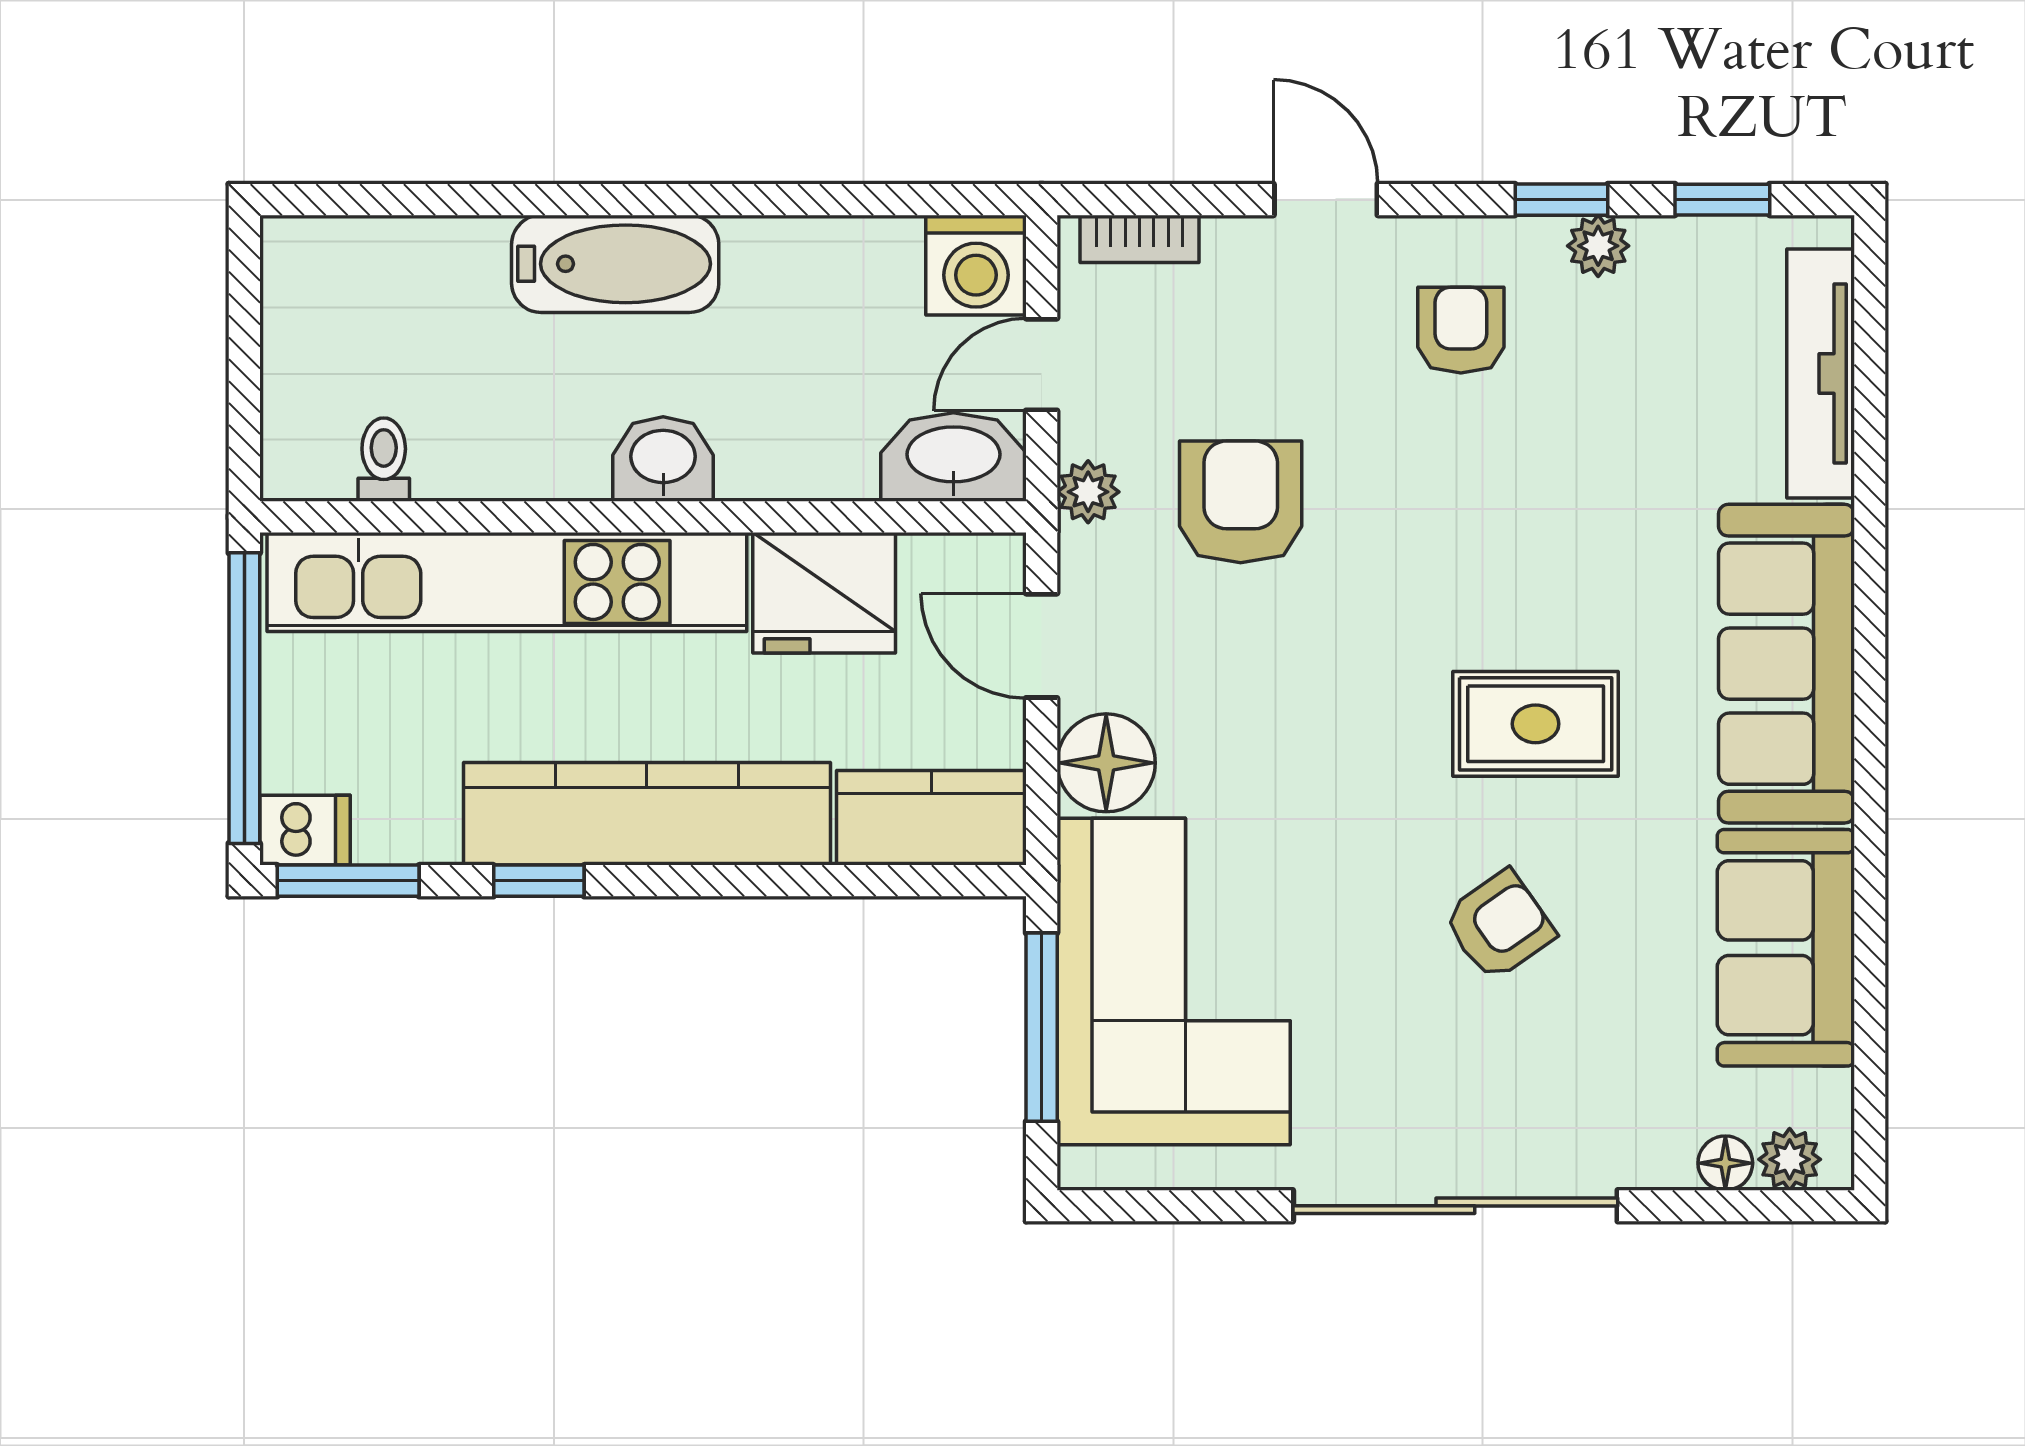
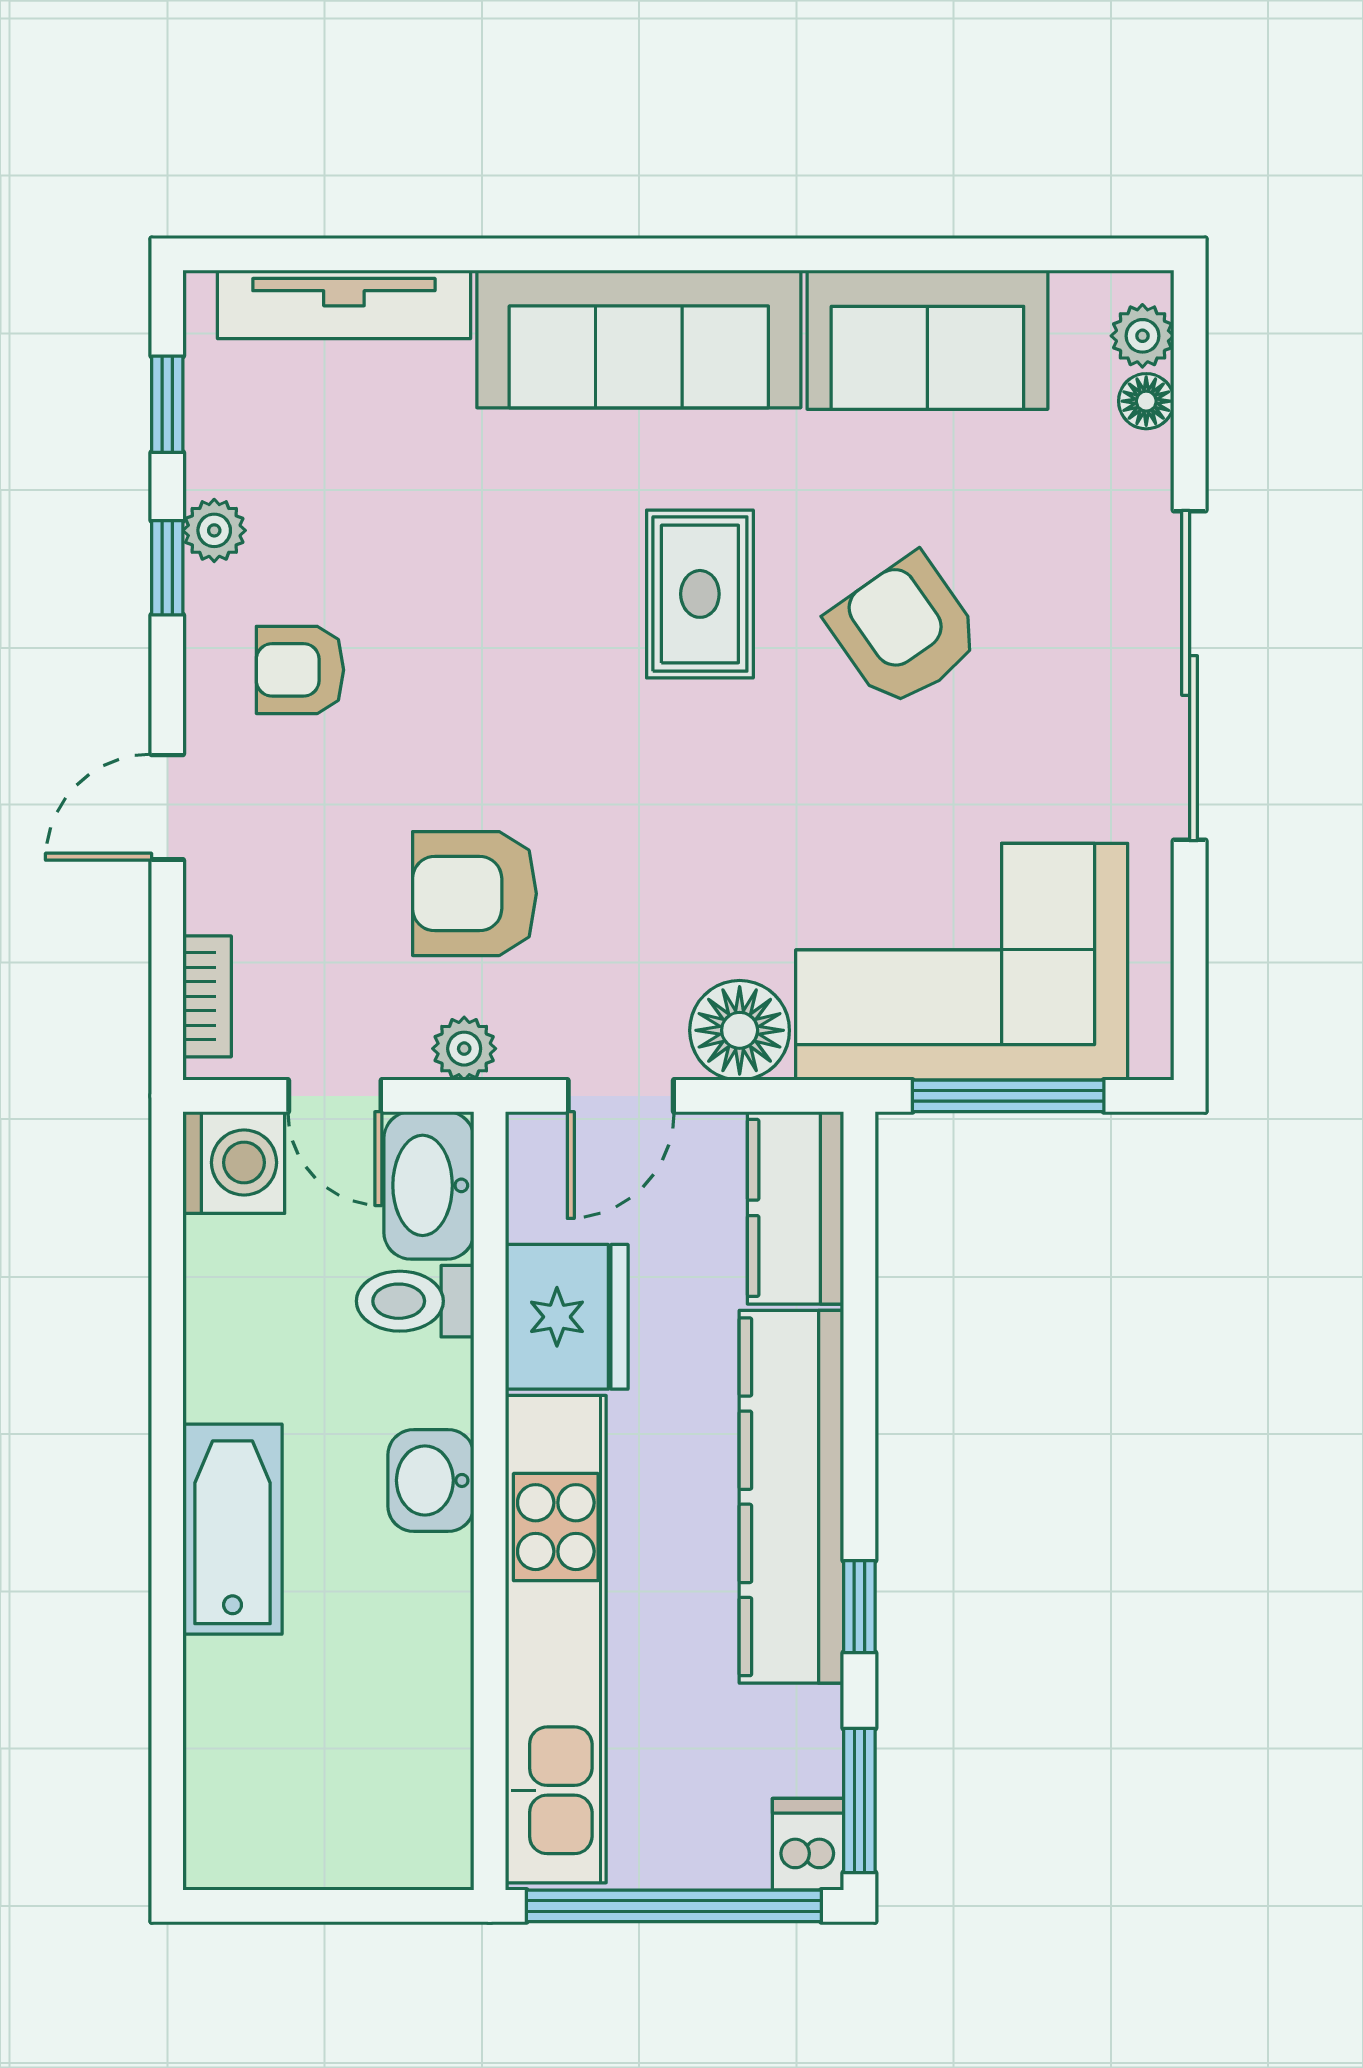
toilet: (384, 460) -> (415, 1301), moved, width x1.37, depth x1.39
armchair: (1499, 925) -> (905, 631), width x1.38, depth x1.38

